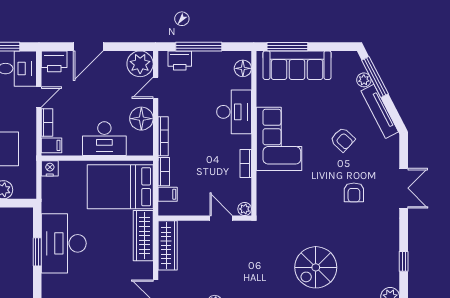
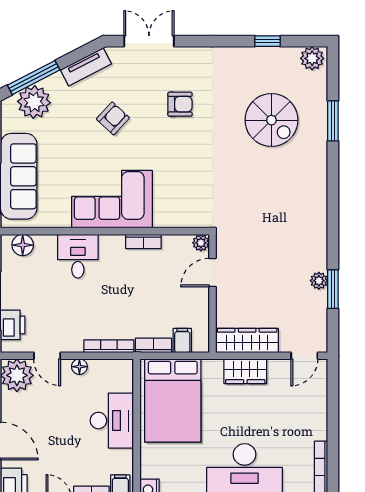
plant: (364, 80) -> (34, 102), width x1.88, depth x1.88
tv unit: (380, 111) -> (86, 67), width x0.71
desk: (234, 112) -> (78, 256), width x0.73
floor lamp: (141, 119) -> (79, 367), width x0.53, depth x0.53
double door: (404, 188) -> (149, 41), moved
wardrobe: (143, 236) -> (245, 371), width x0.67
spiral stairs: (316, 267) -> (271, 120), moved

